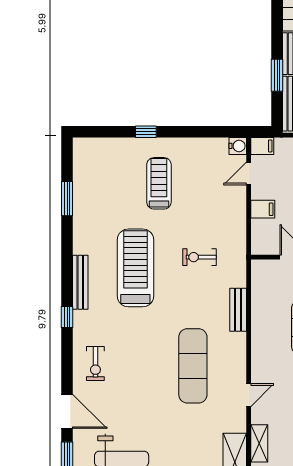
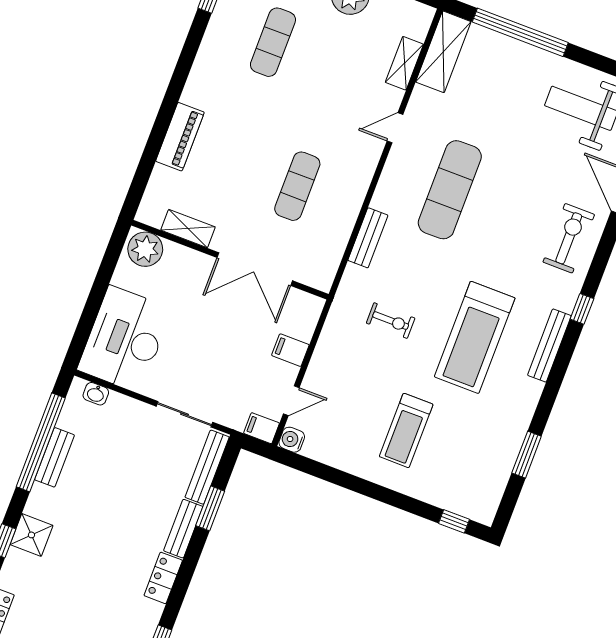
window: (146, 132) -> (454, 521), moved
exercise bike: (95, 363) -> (569, 238), width x1.38, depth x1.39

